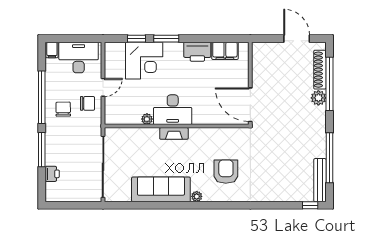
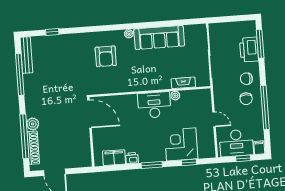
window: (72, 39) -> (243, 158), added
window: (166, 39) -> (152, 165), moved
printer: (197, 52) -> (132, 158), width x0.53, depth x0.68
door: (103, 87) -> (214, 119), swing flipped
chair: (87, 103) -> (246, 79), moved
fireplace: (174, 133) -> (183, 83), moved
window: (42, 150) -> (260, 44), moved
printer: (52, 174) -> (249, 50), width x1.87, depth x1.48
window: (310, 205) -> (52, 32), moved

